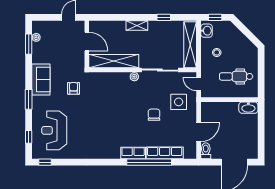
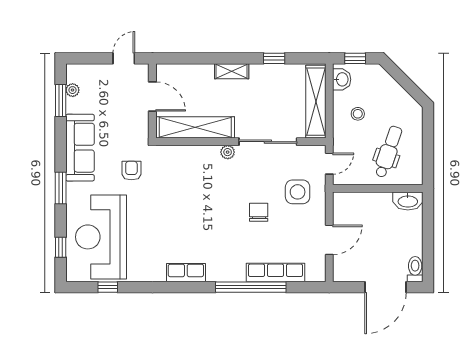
dental chair: (236, 76) -> (388, 152), turned 109
sofa: (41, 79) -> (80, 148), width x1.36
door: (199, 84) -> (329, 164), swing flipped
reception desk: (54, 130) -> (101, 237), width x1.36, depth x1.30
toilet: (206, 151) -> (415, 269), moved
row of seats: (133, 153) -> (186, 273), moved
window: (45, 162) -> (108, 287), moved

